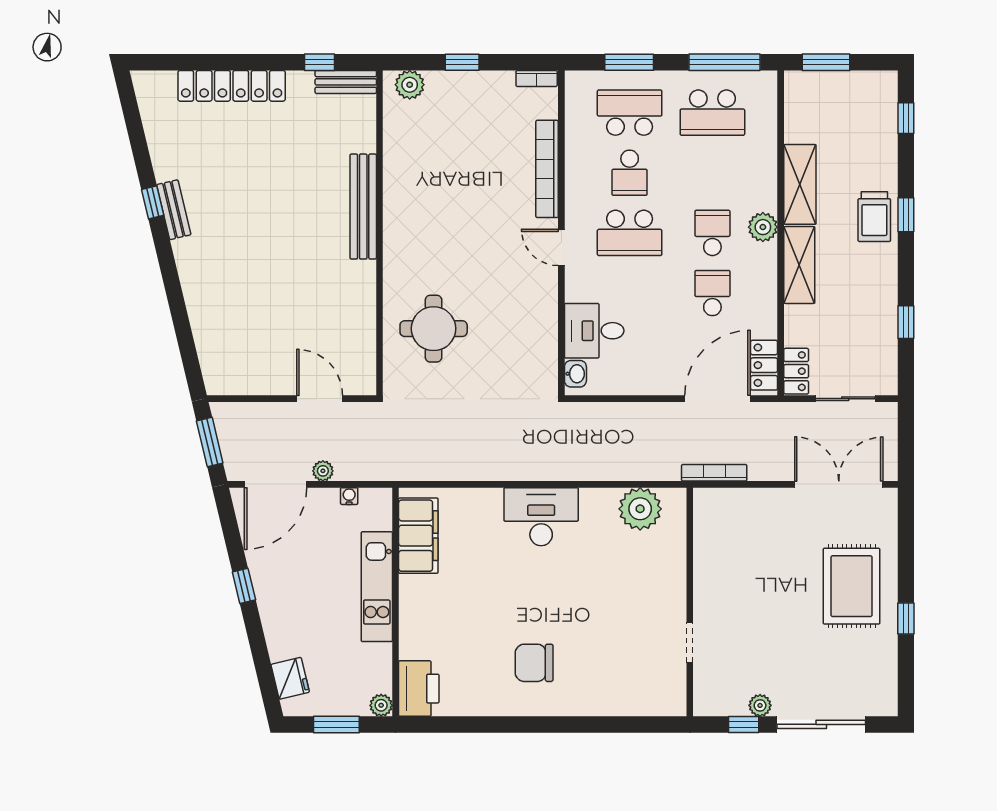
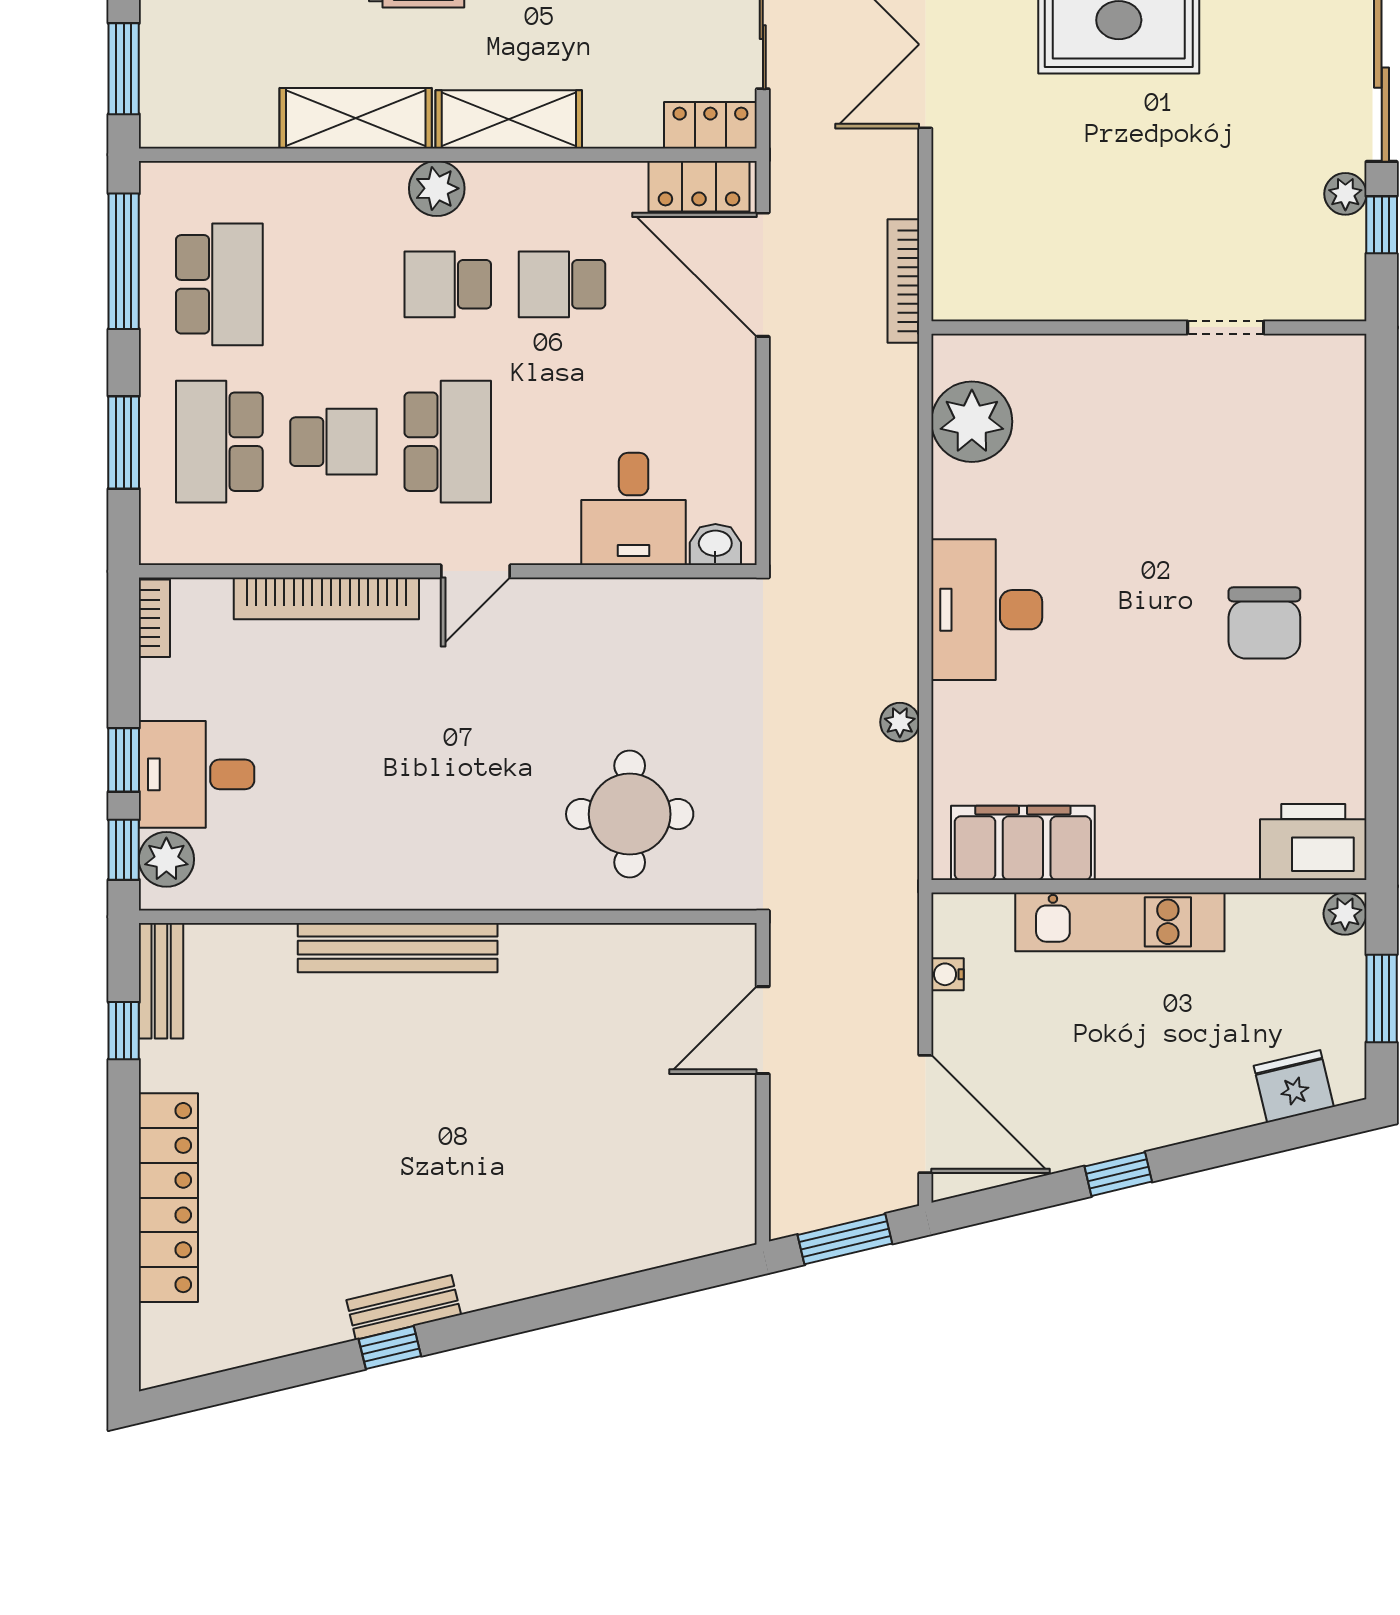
window: (415, 62) -> (124, 850), added
desk: (454, 101) -> (197, 774), added
plant: (323, 471) -> (900, 722), moved

